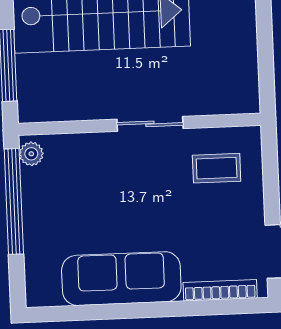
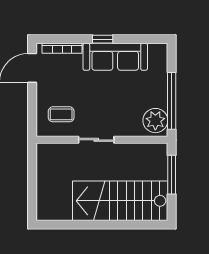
plant: (31, 154) -> (155, 121), width x1.87, depth x1.87
window: (146, 310) -> (103, 39), added

